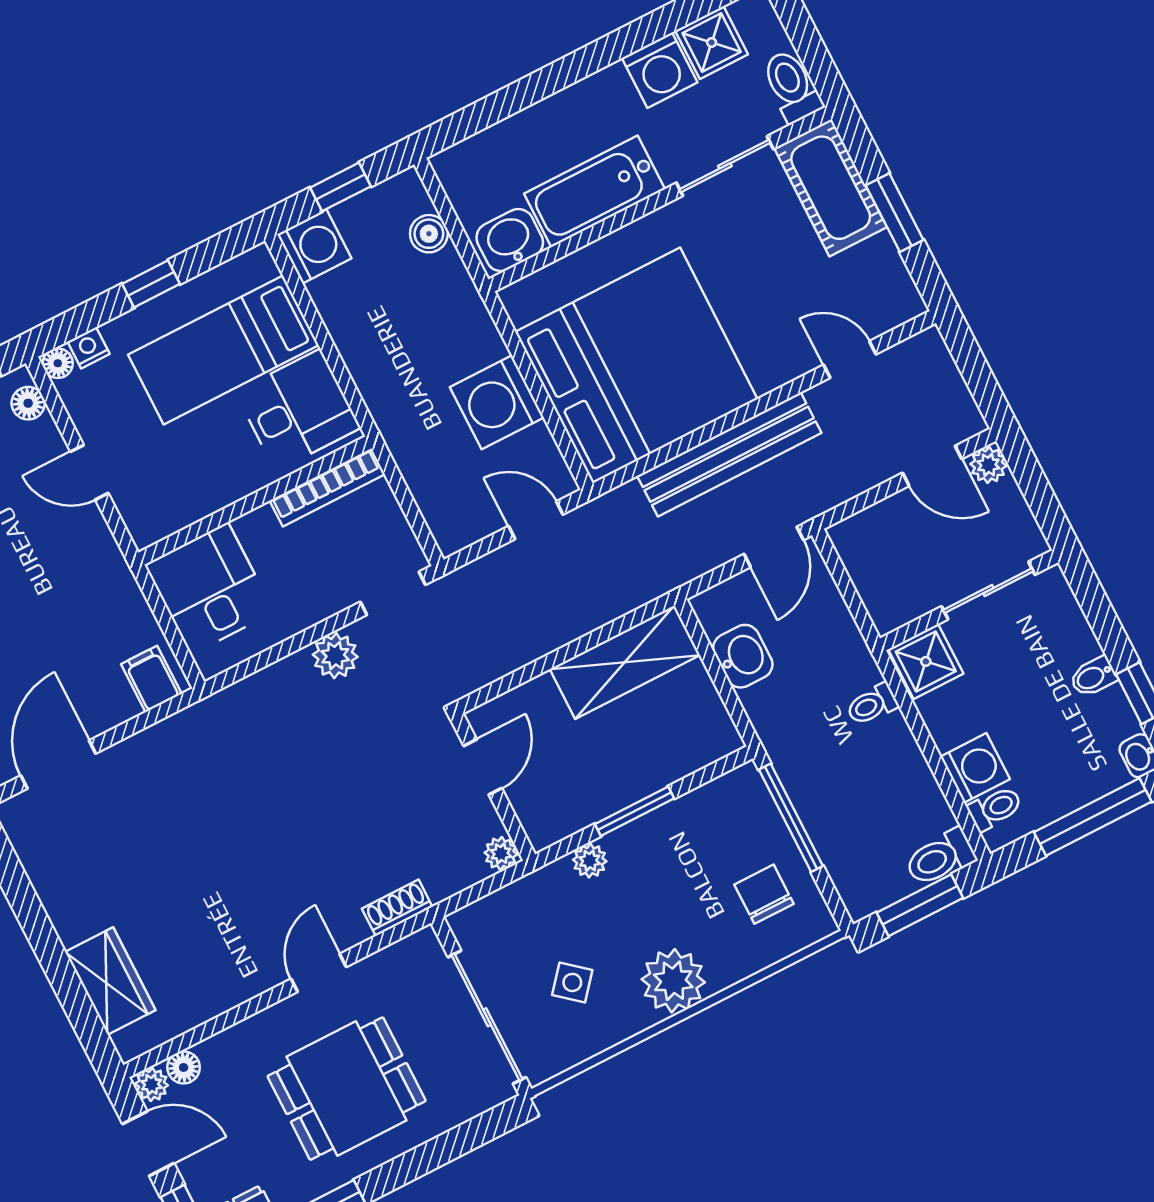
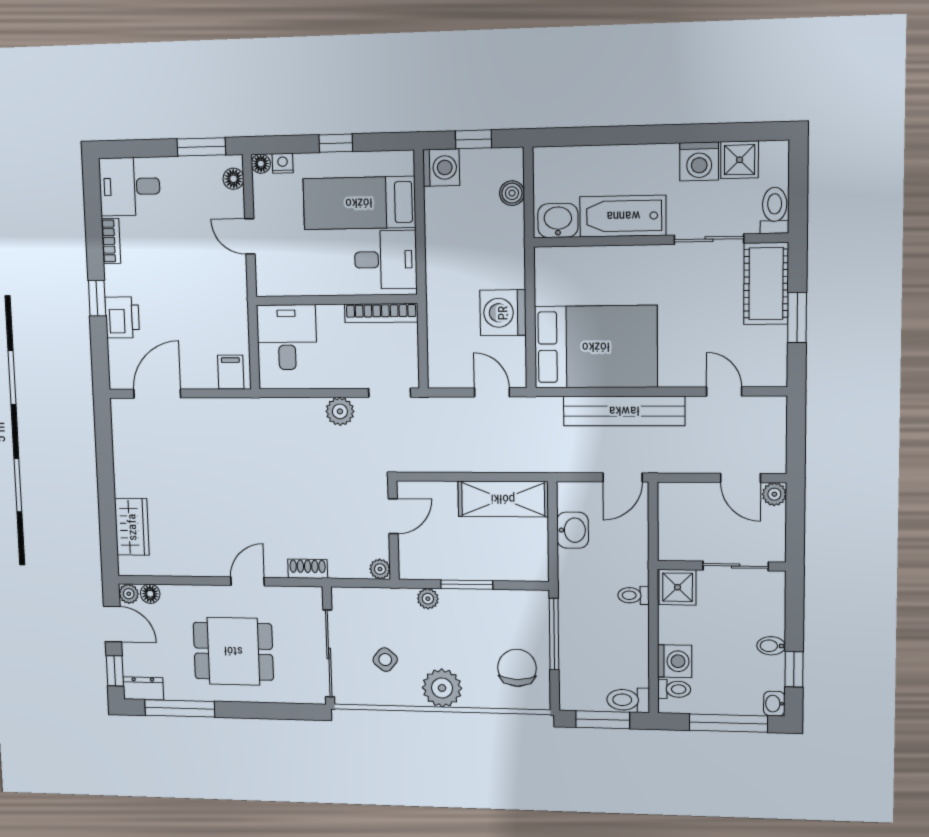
bed: (636, 365) -> (596, 347), width x0.73
chair: (764, 894) -> (517, 668), width x1.37, depth x1.37

